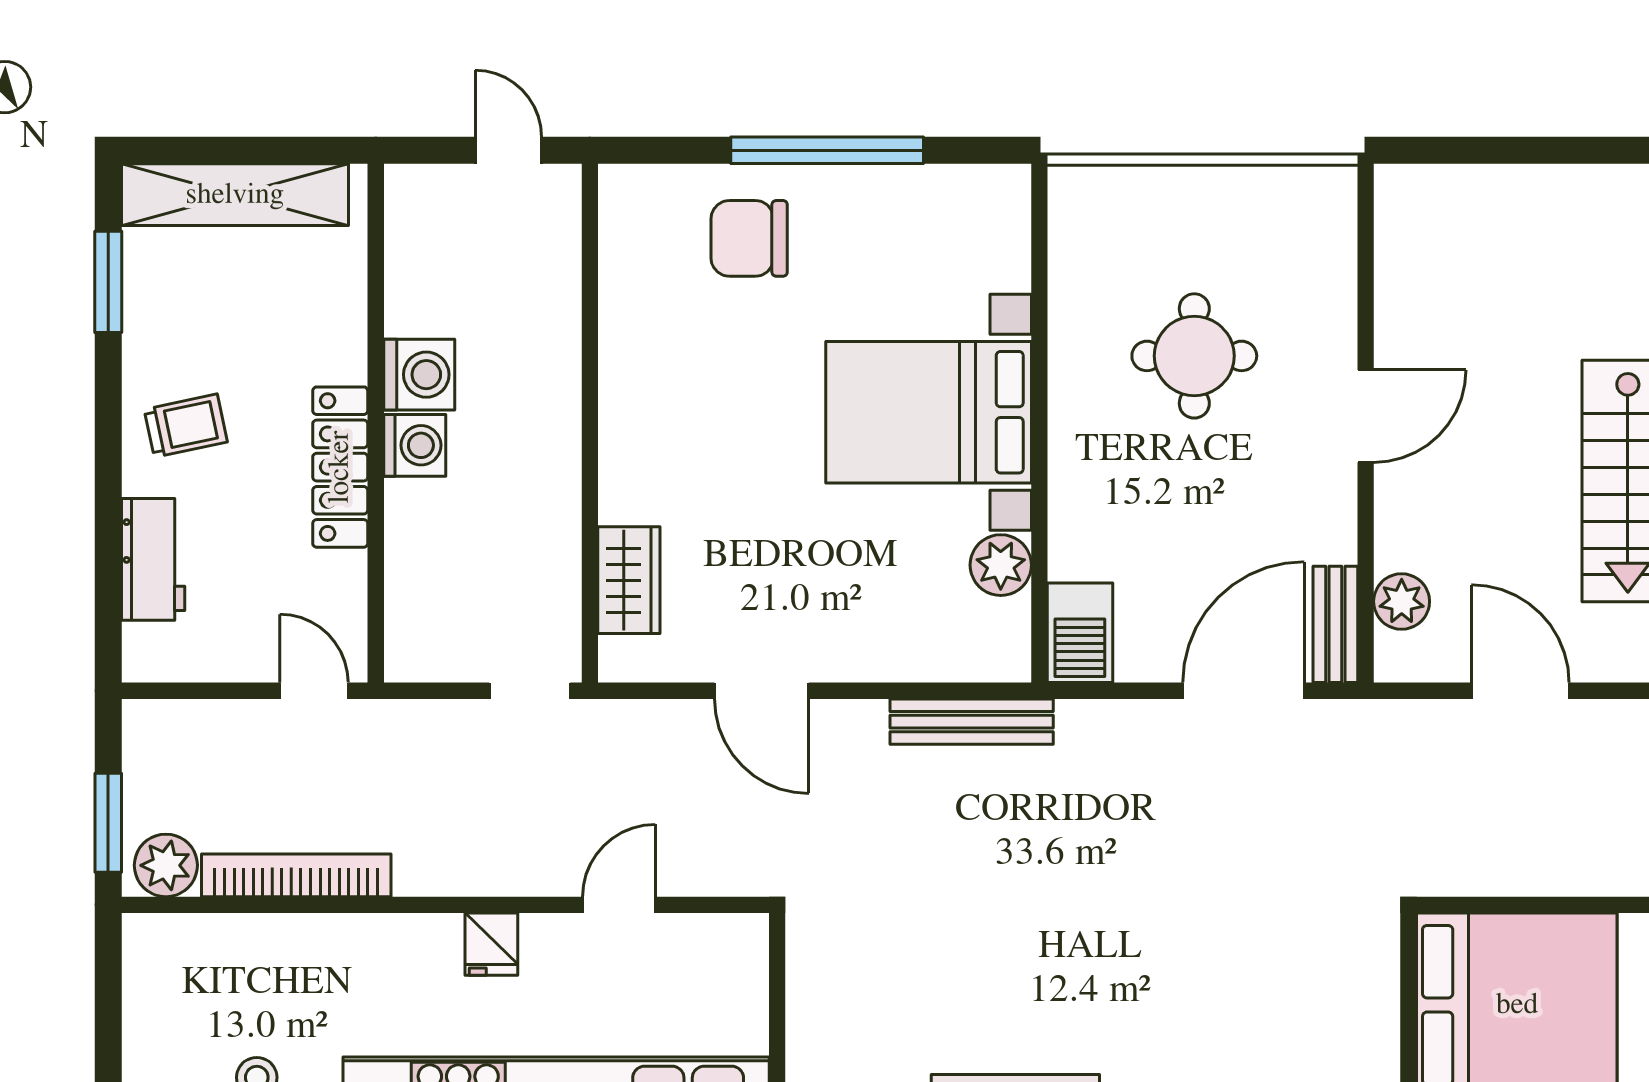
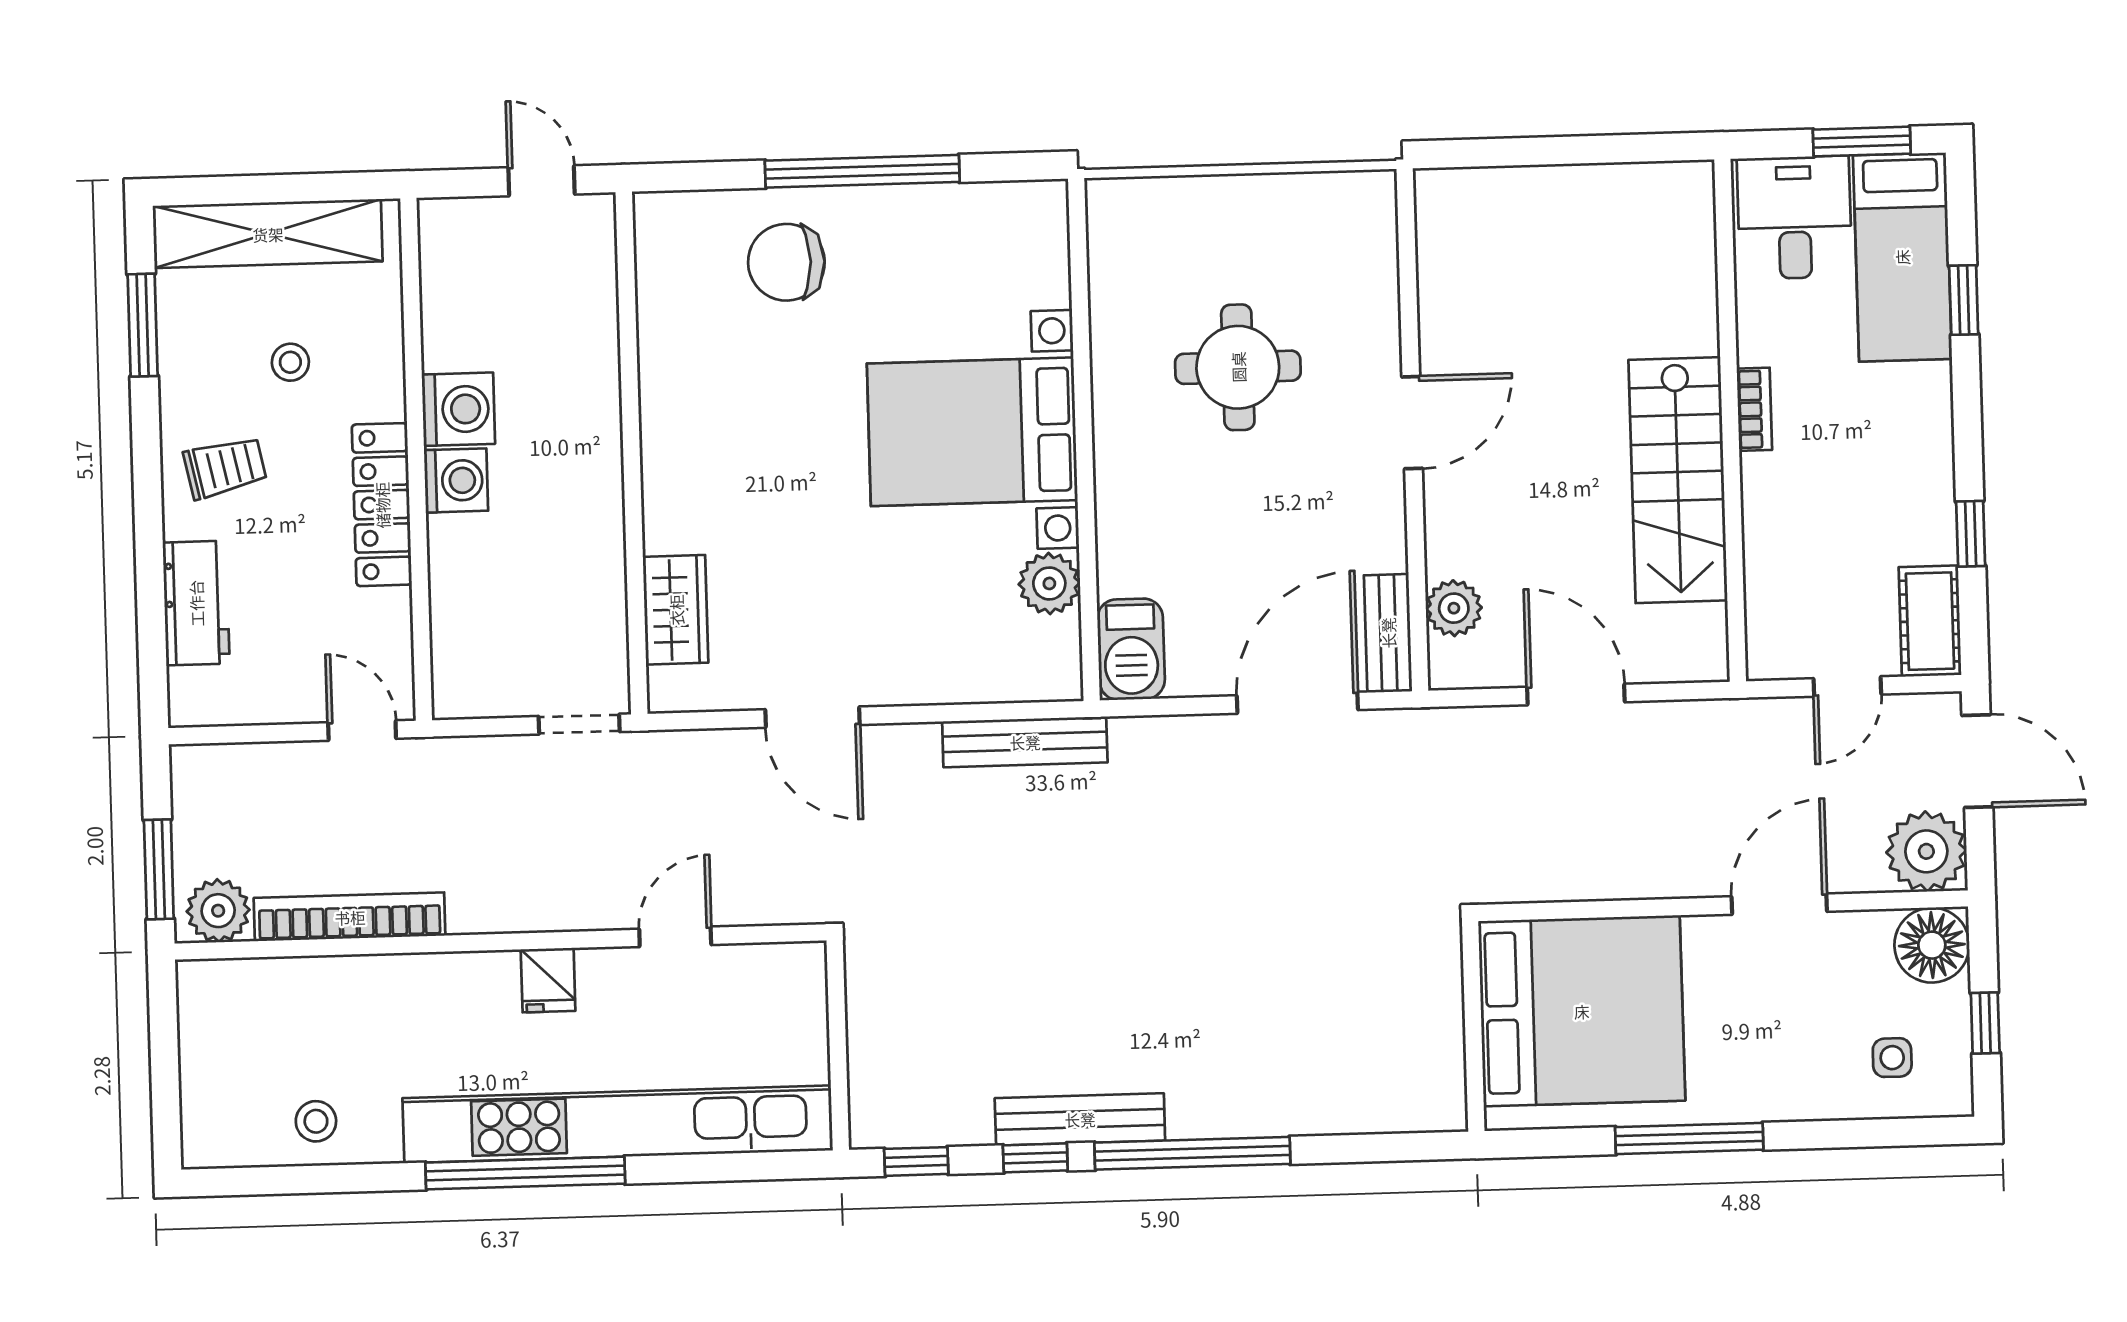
stool: (254, 323) -> (290, 362), added

